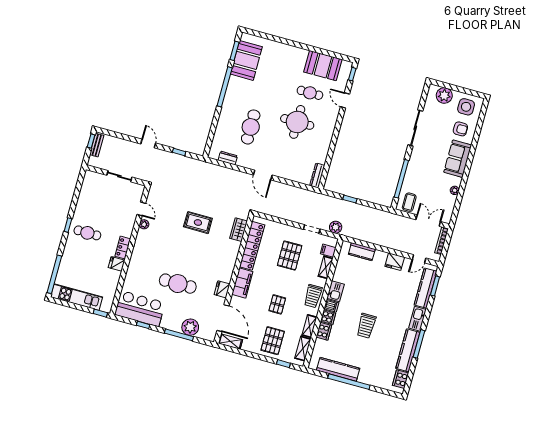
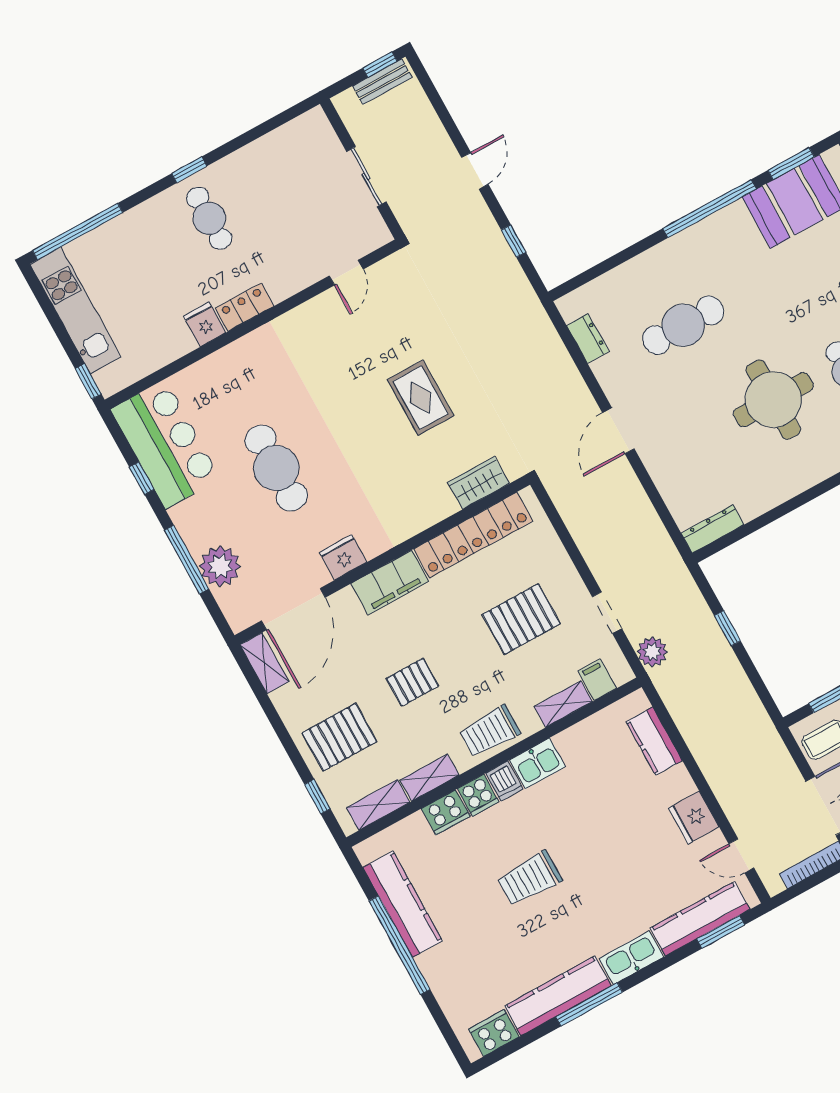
plant: (144, 224) -> (323, 305), removed

